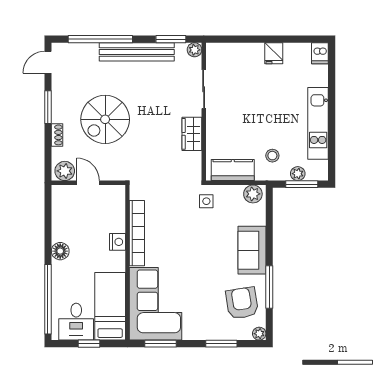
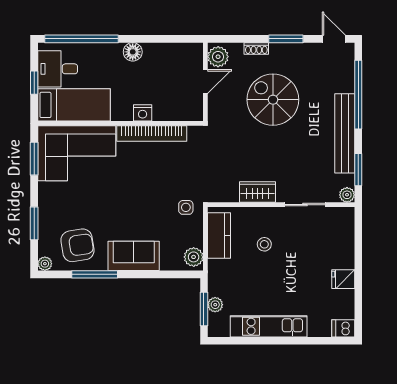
stool: (272, 156) -> (264, 244), moved

